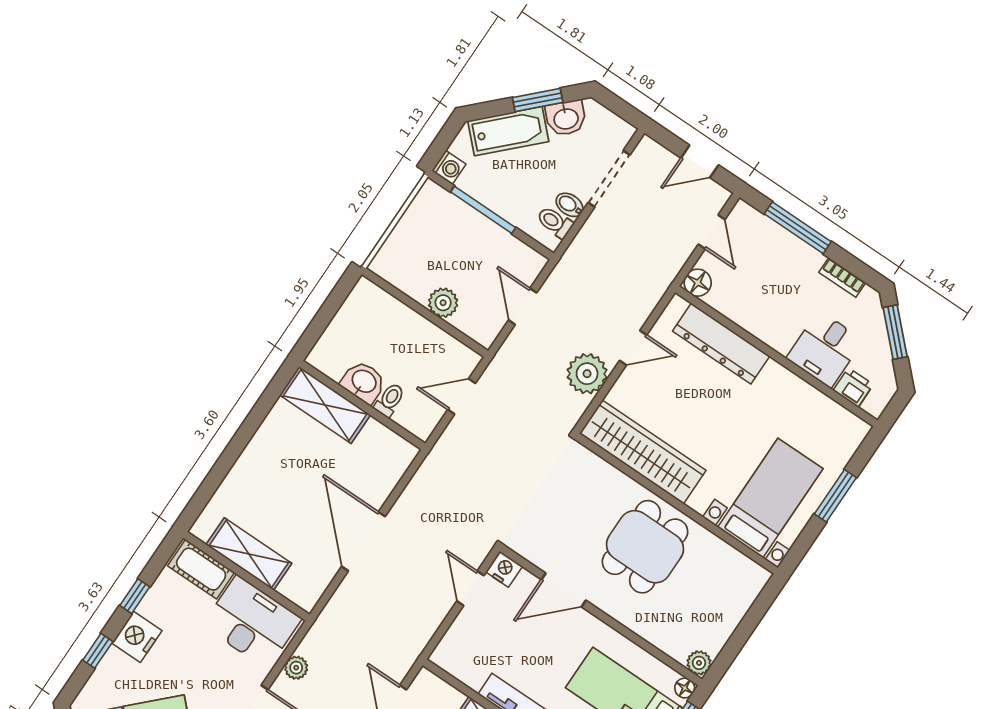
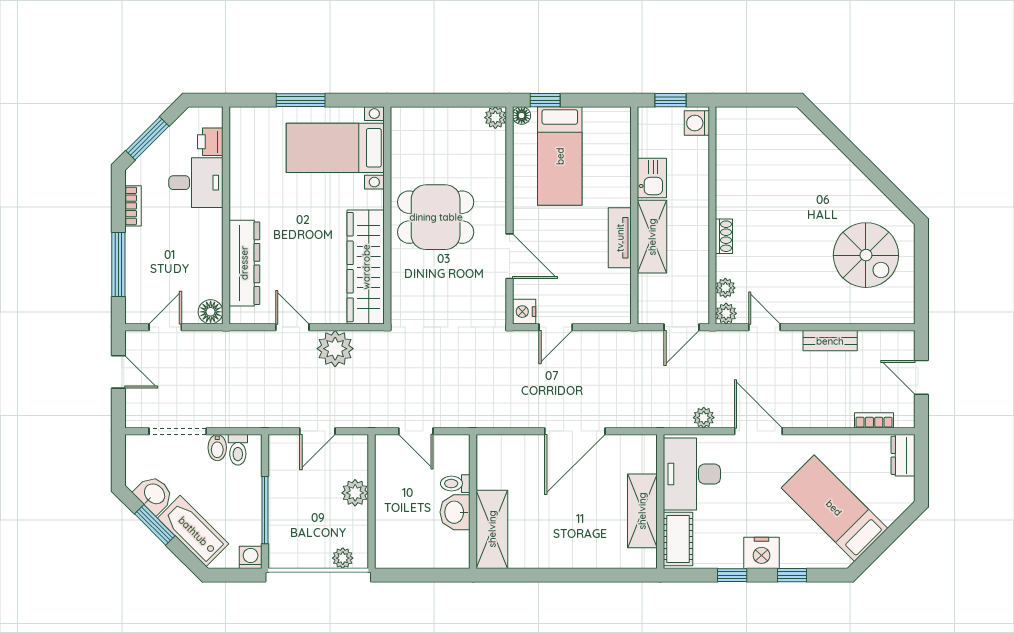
plant: (391, 251) -> (343, 558), added

